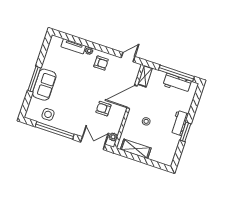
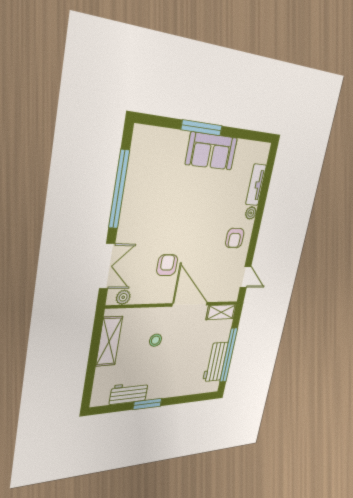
sofa: (44, 85) -> (211, 151), moved
side table: (48, 114) -> (146, 169), removed
workbench: (179, 123) -> (129, 393), moved

